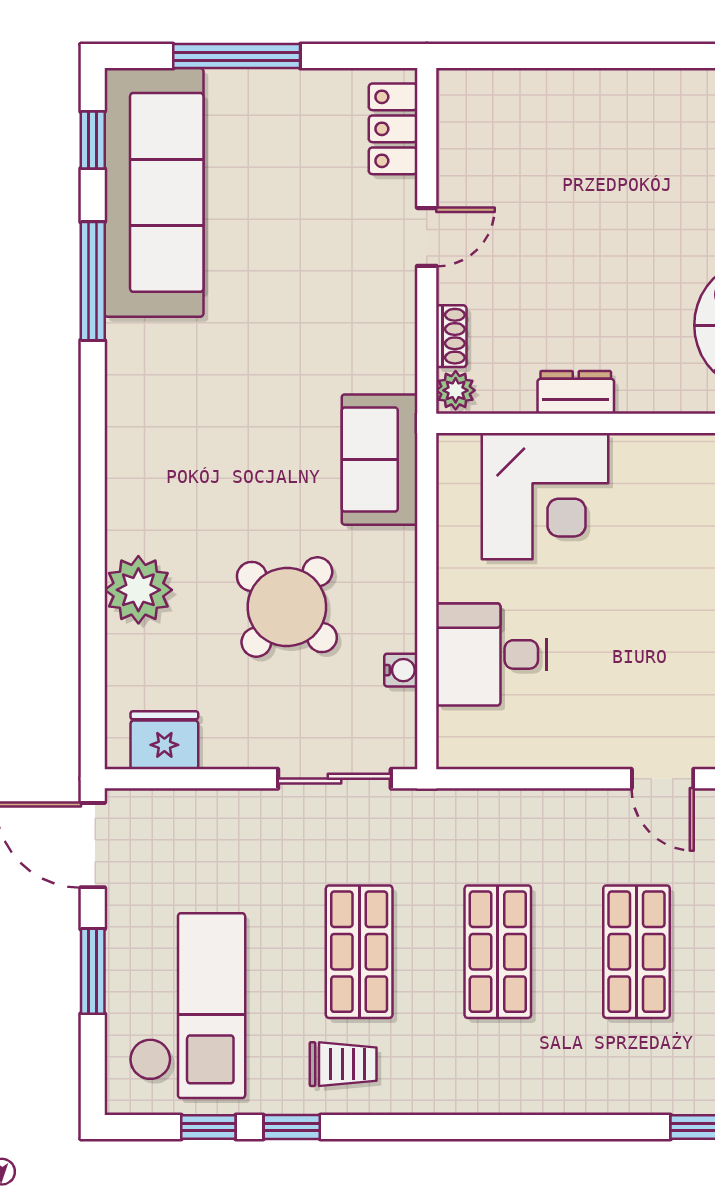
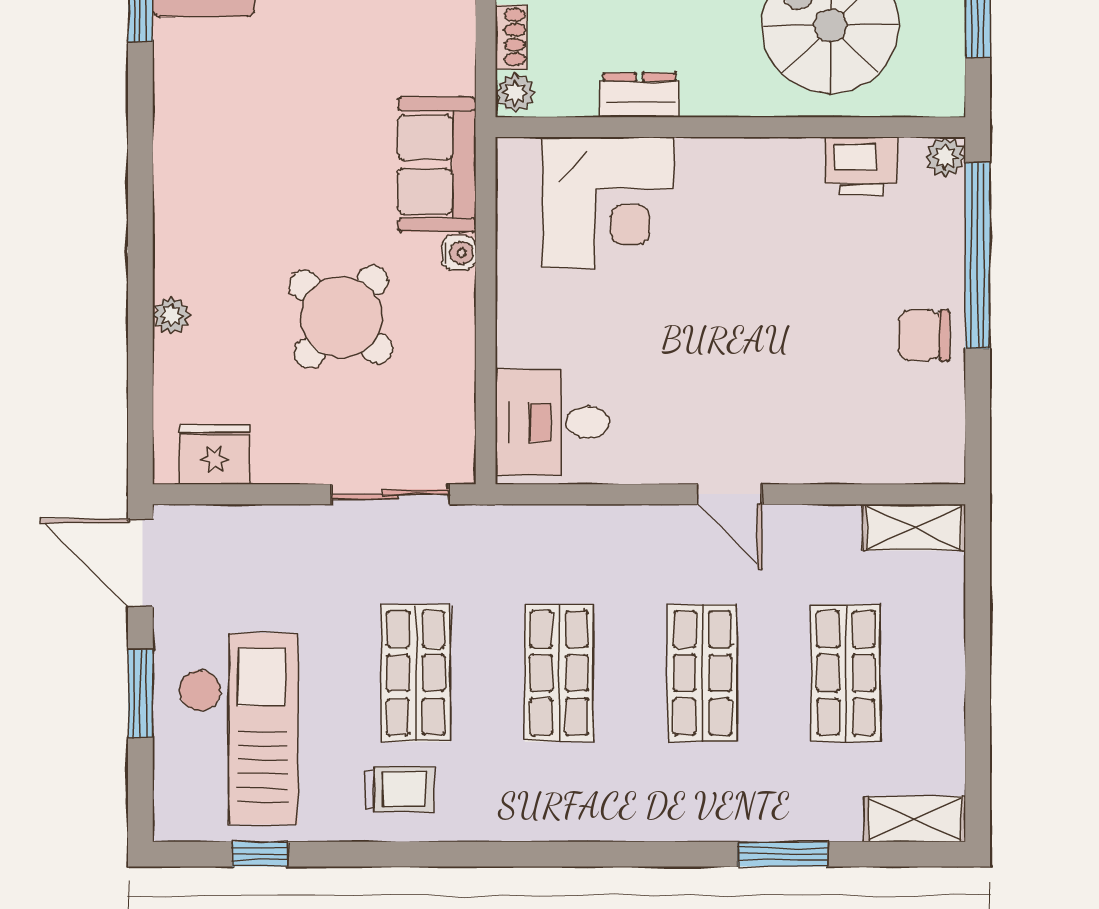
plant: (138, 590) -> (171, 315), width x0.53, depth x0.53
desk: (491, 654) -> (552, 422), moved
water cooler: (401, 670) -> (459, 253), moved
window: (292, 1127) -> (346, 854), removed

